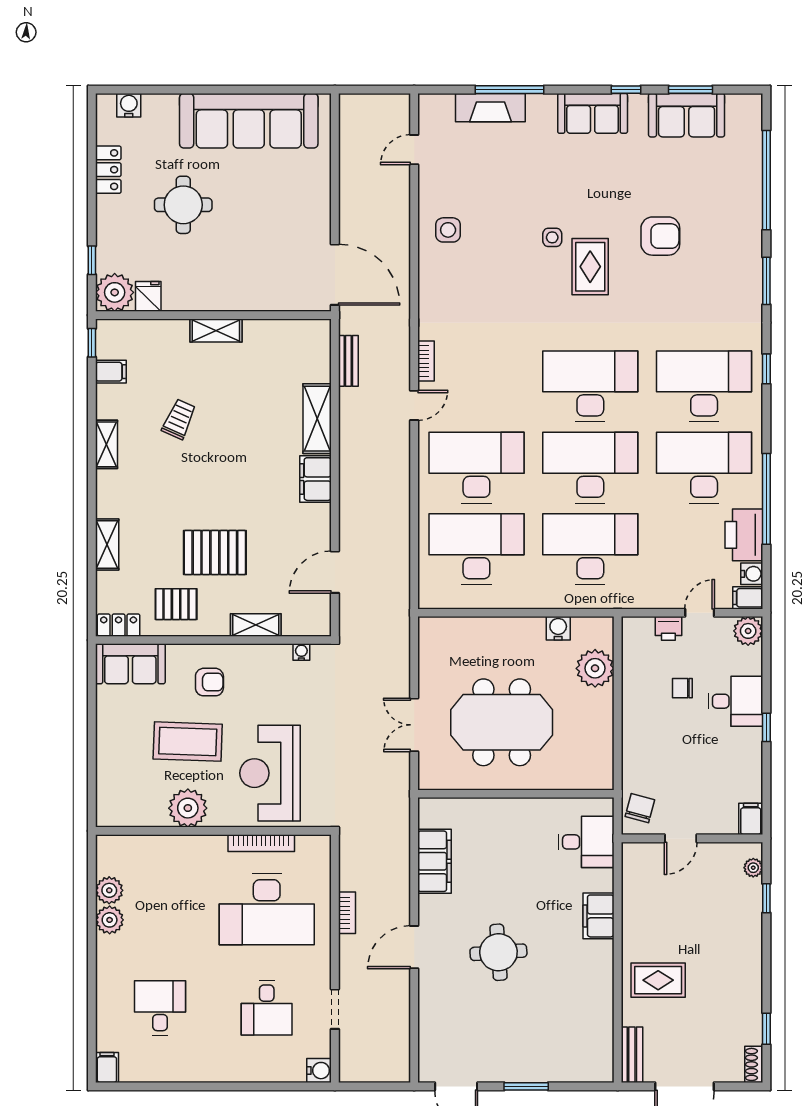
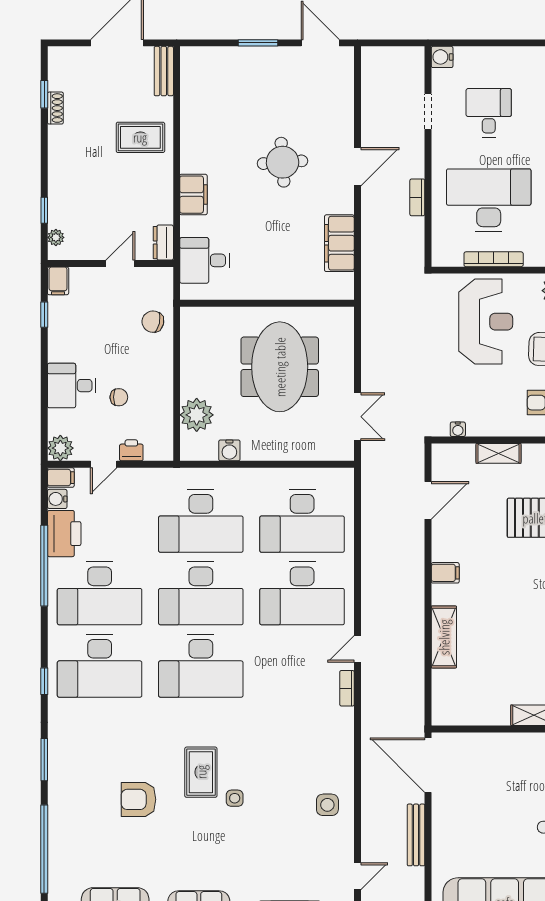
bench: (348, 361) -> (416, 835), moved, width x1.36
filing cabinet: (316, 479) -> (445, 573), width x0.50
meeting table: (502, 722) -> (280, 367), turned 90
double door: (414, 725) -> (357, 417), moved
window: (766, 727) -> (44, 315), moved
chair: (640, 808) -> (153, 322), moved, turned 88
dresser: (632, 862) -> (163, 243), added
shoe rack: (754, 1064) -> (55, 108), moved

